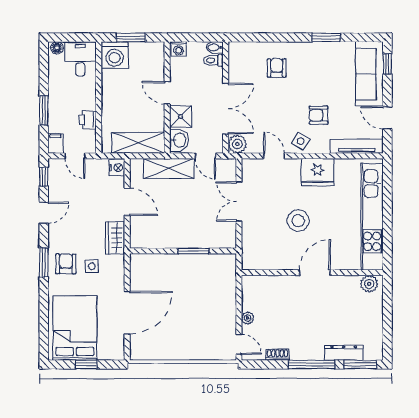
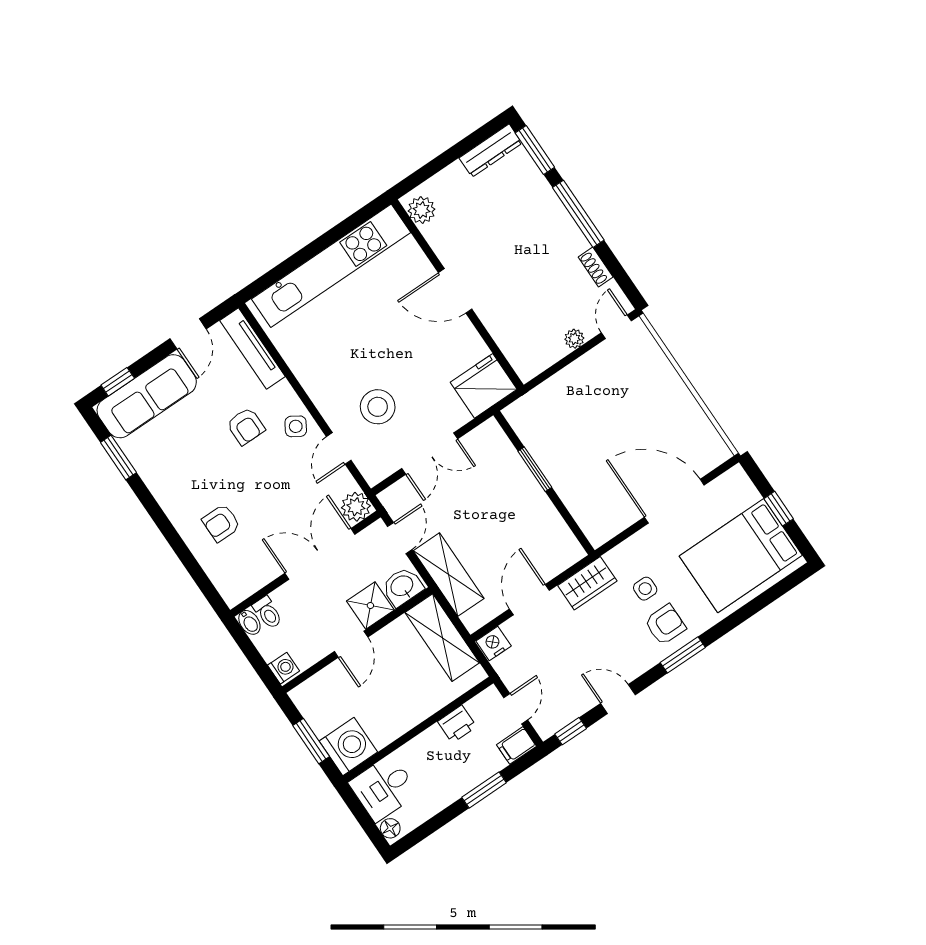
window: (326, 37) -> (118, 458), moved
fridge: (318, 172) -> (484, 386), moved, turned -90
stool: (298, 221) -> (378, 407), moved
armchair: (66, 264) -> (665, 625), turned 180
dresser: (344, 353) -> (491, 151), moved, turned -90

